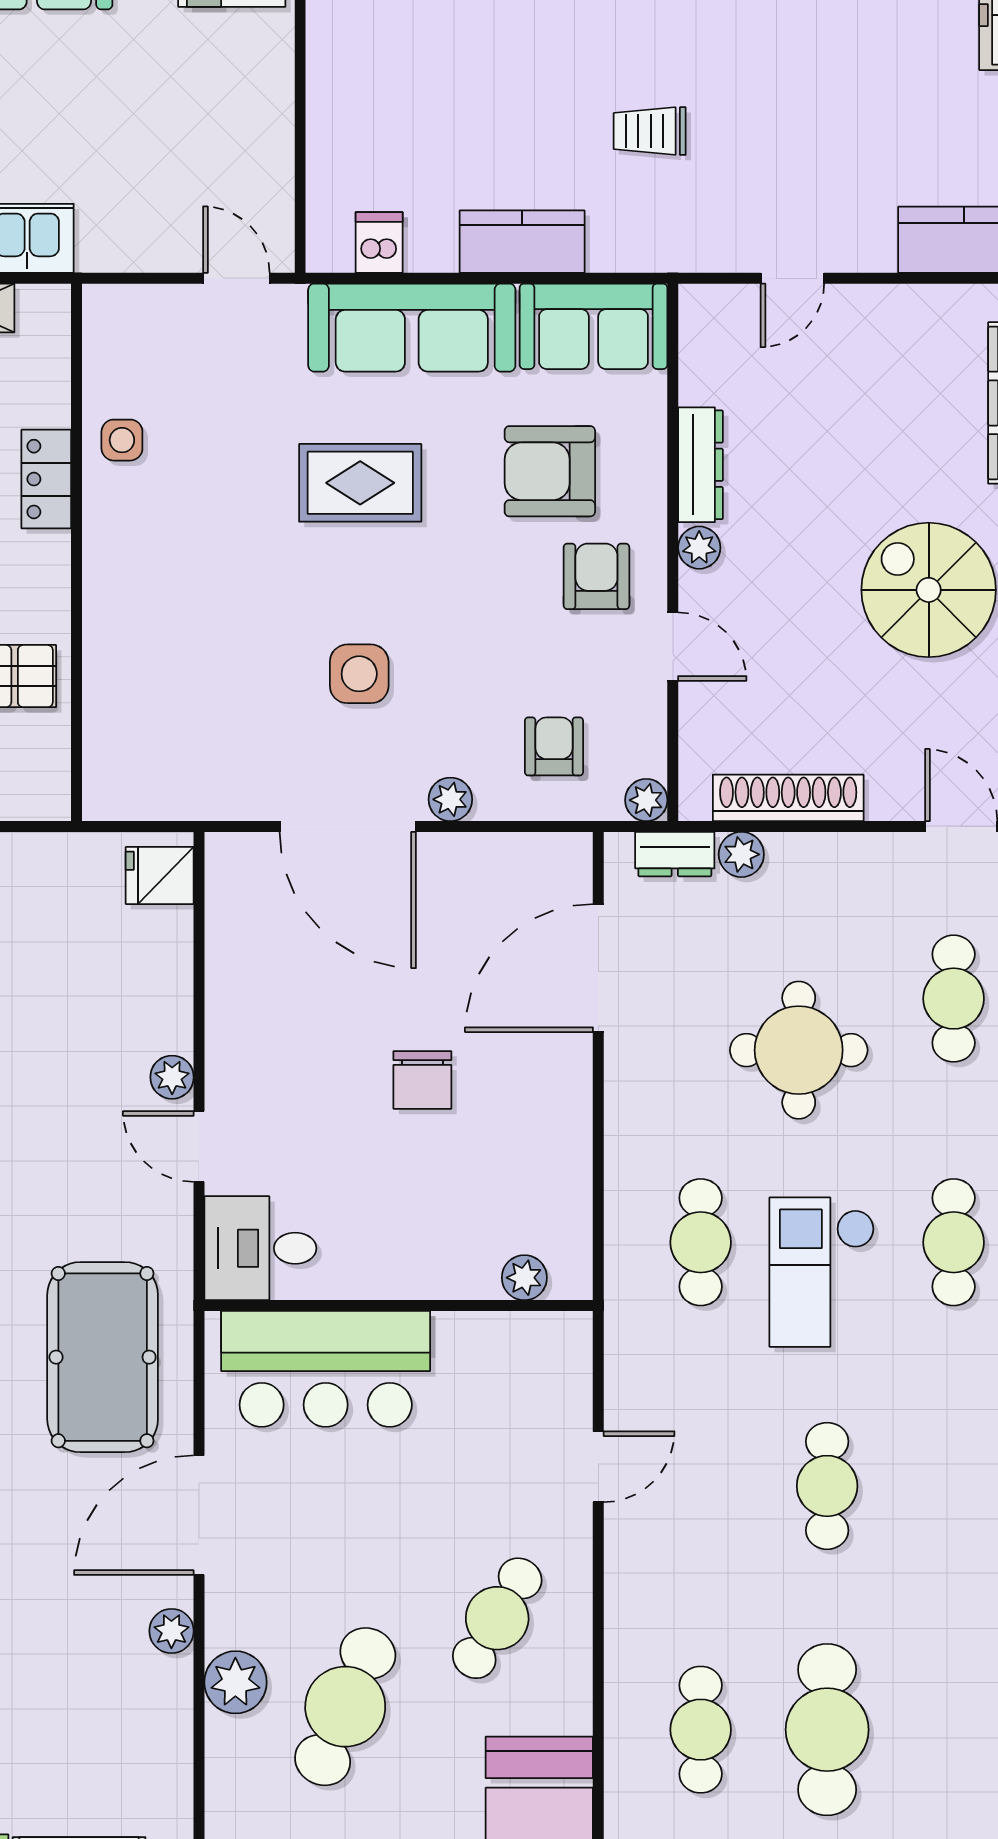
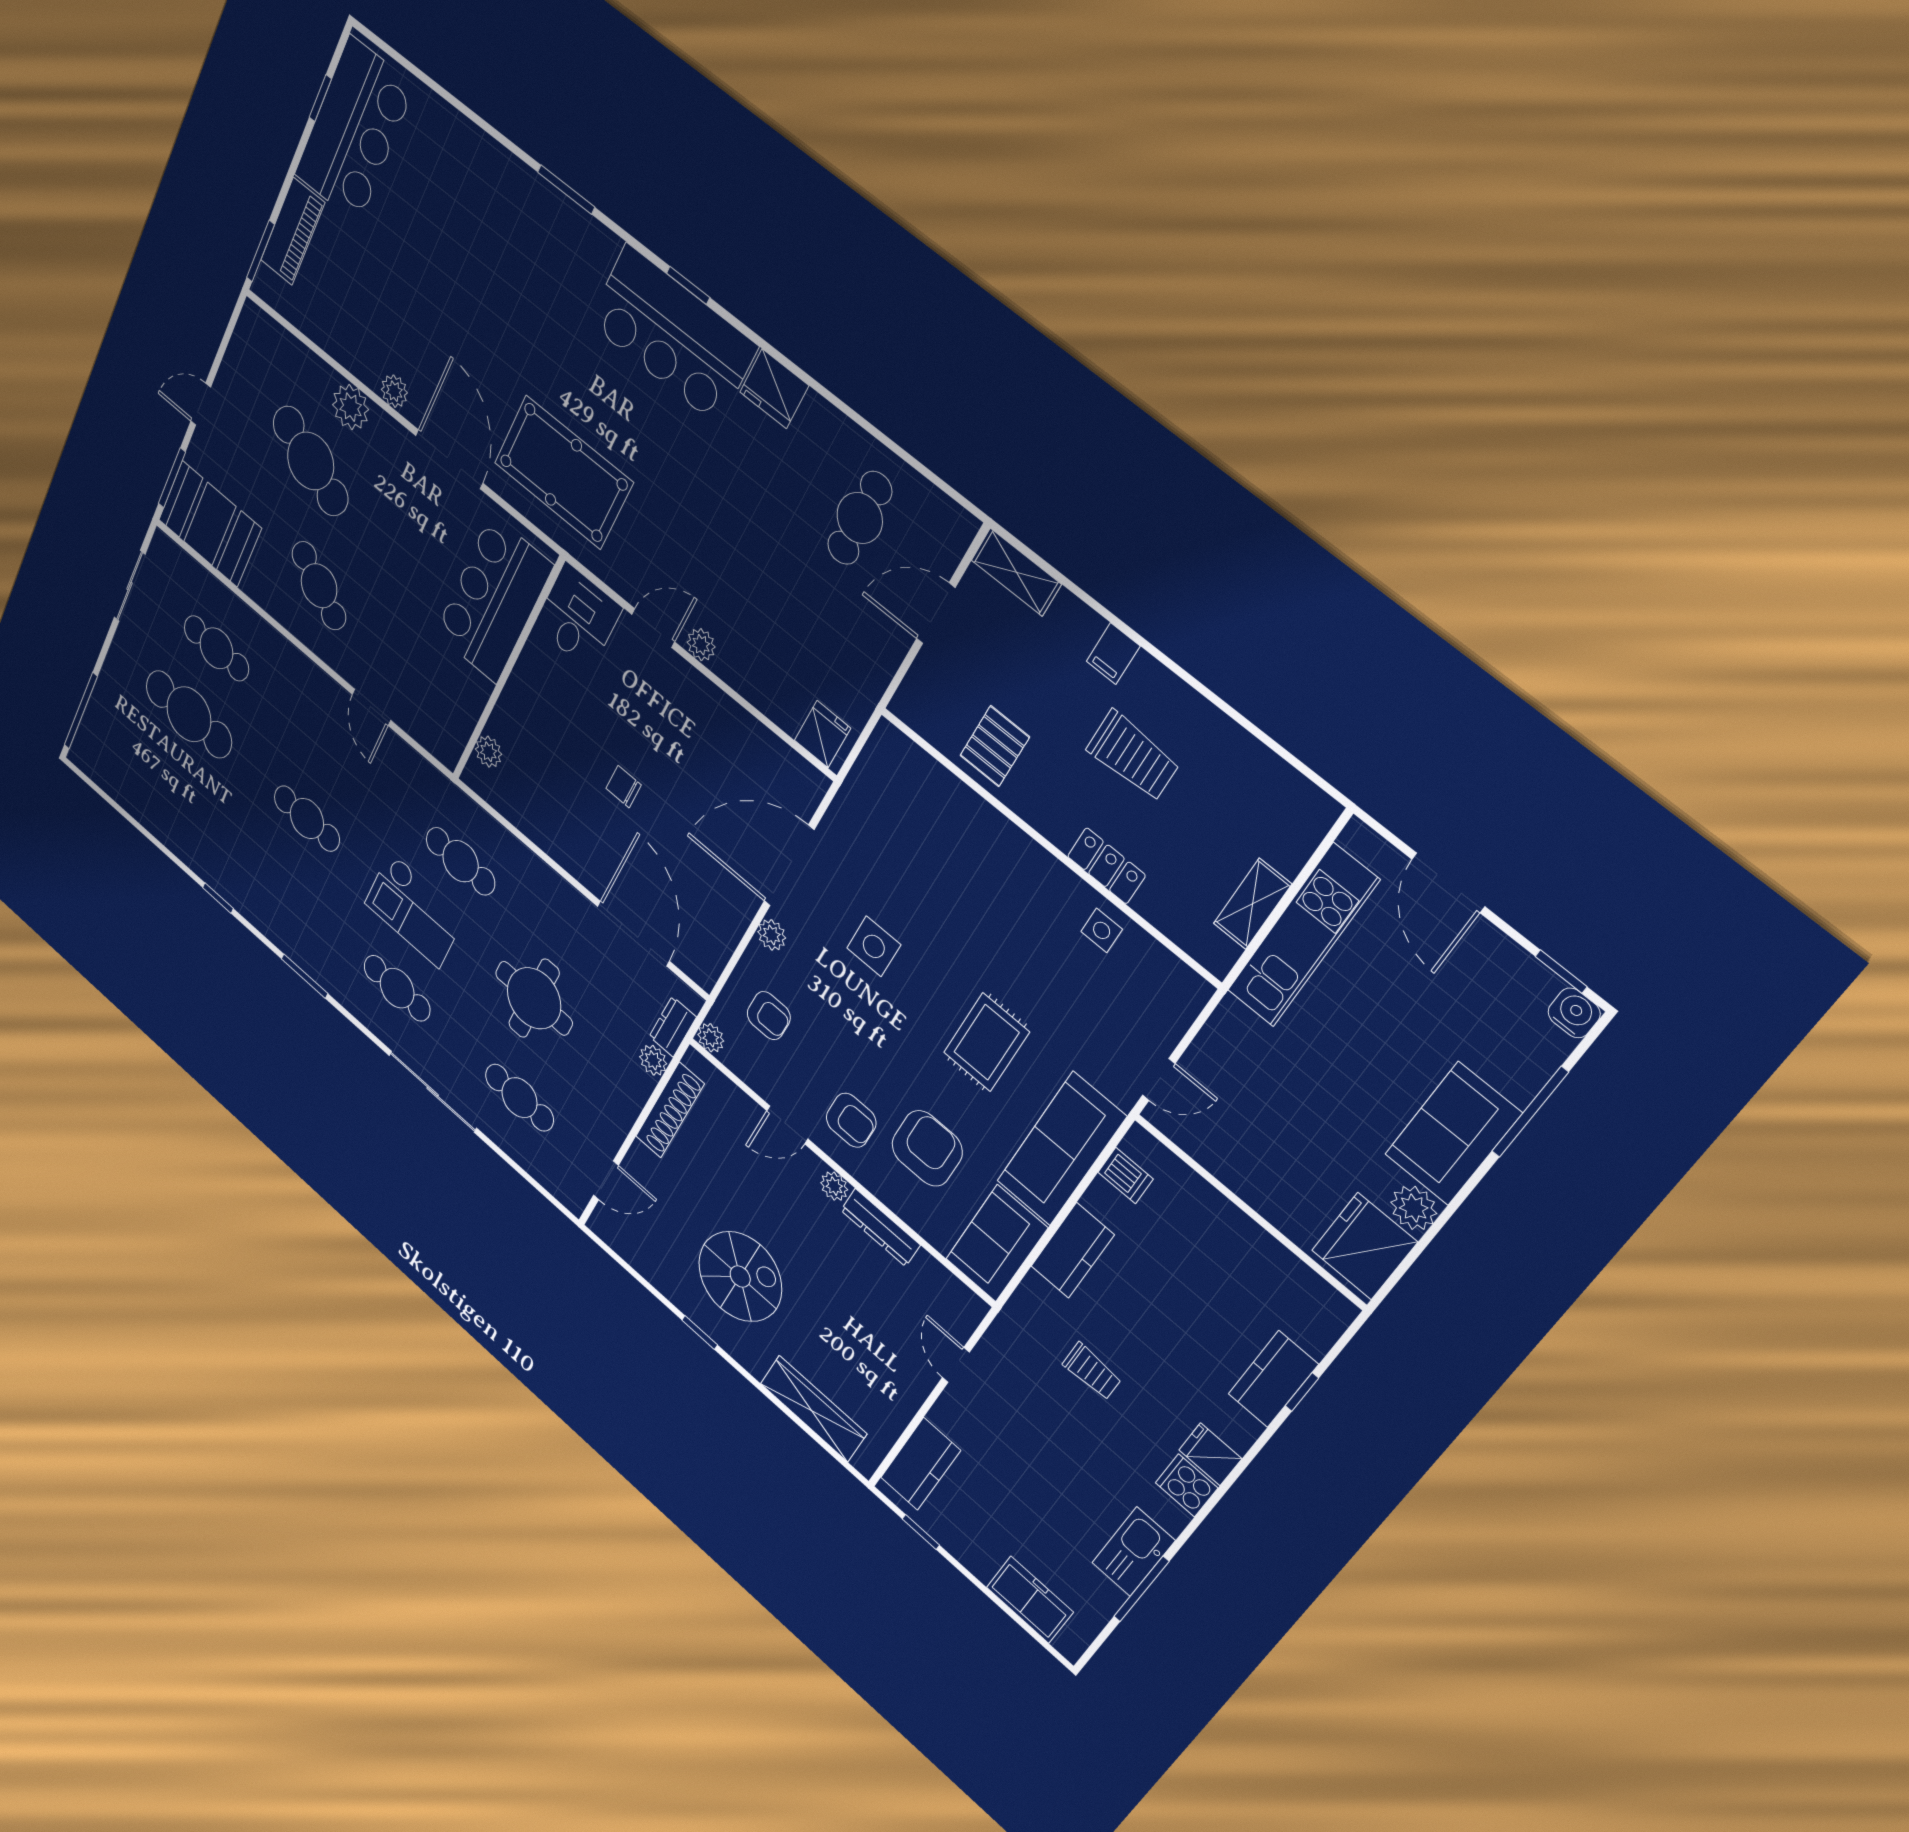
trolley: (650, 131) -> (1092, 1371), turned 90
chair: (422, 1080) -> (624, 787), width x0.73, depth x0.73
checkout: (822, 1272) -> (415, 910), turned 180

